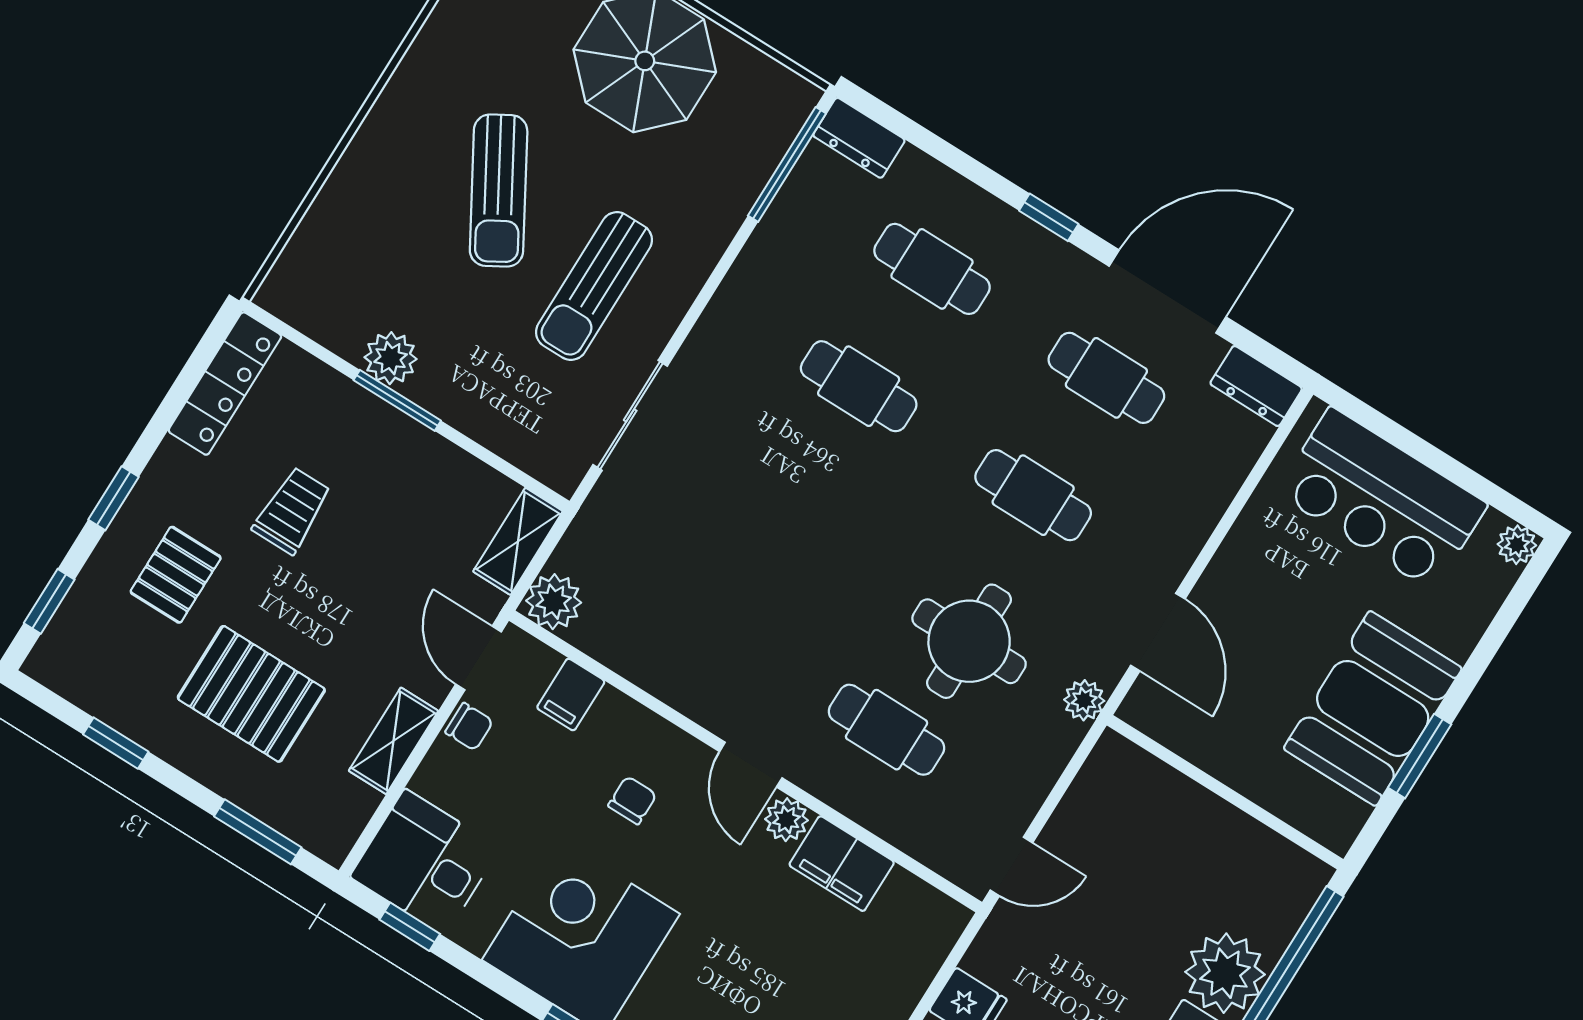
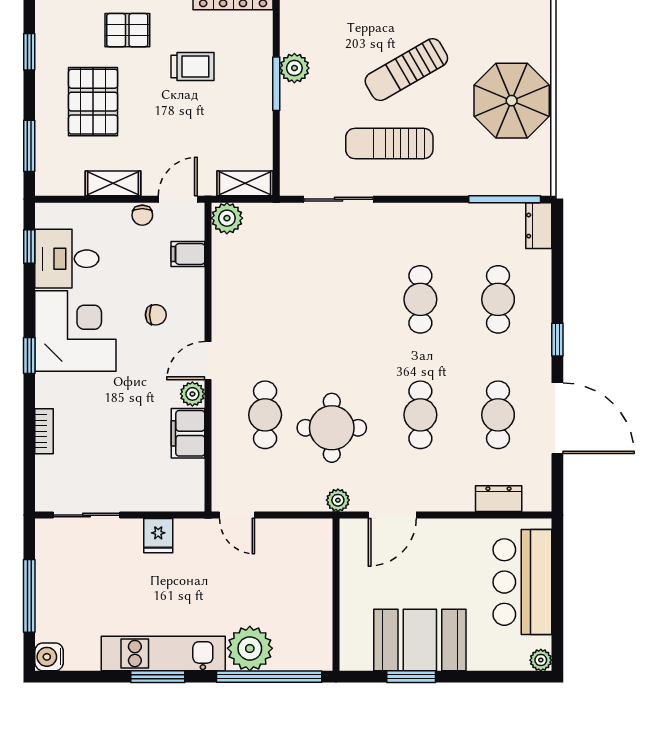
dresser: (1256, 386) -> (499, 499), moved, turned 90
desk: (425, 862) -> (67, 259), moved, turned -90

